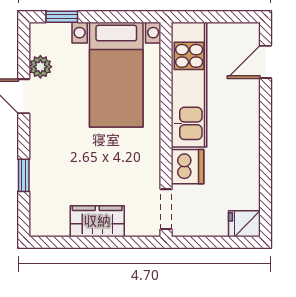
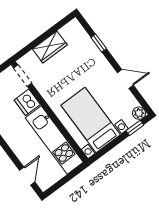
plant: (40, 67) -> (139, 113), moved

